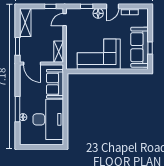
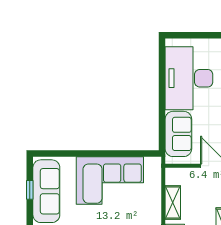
shelving: (59, 52) -> (173, 203), moved

